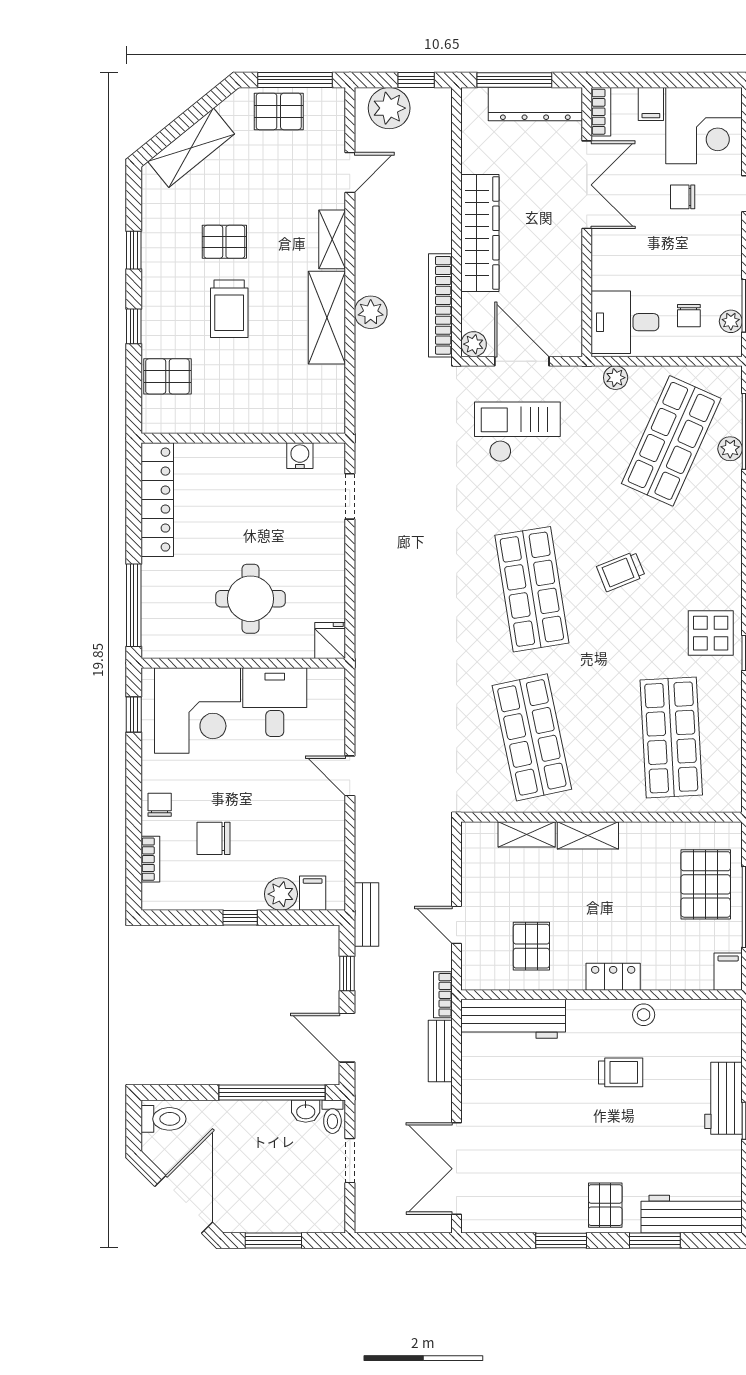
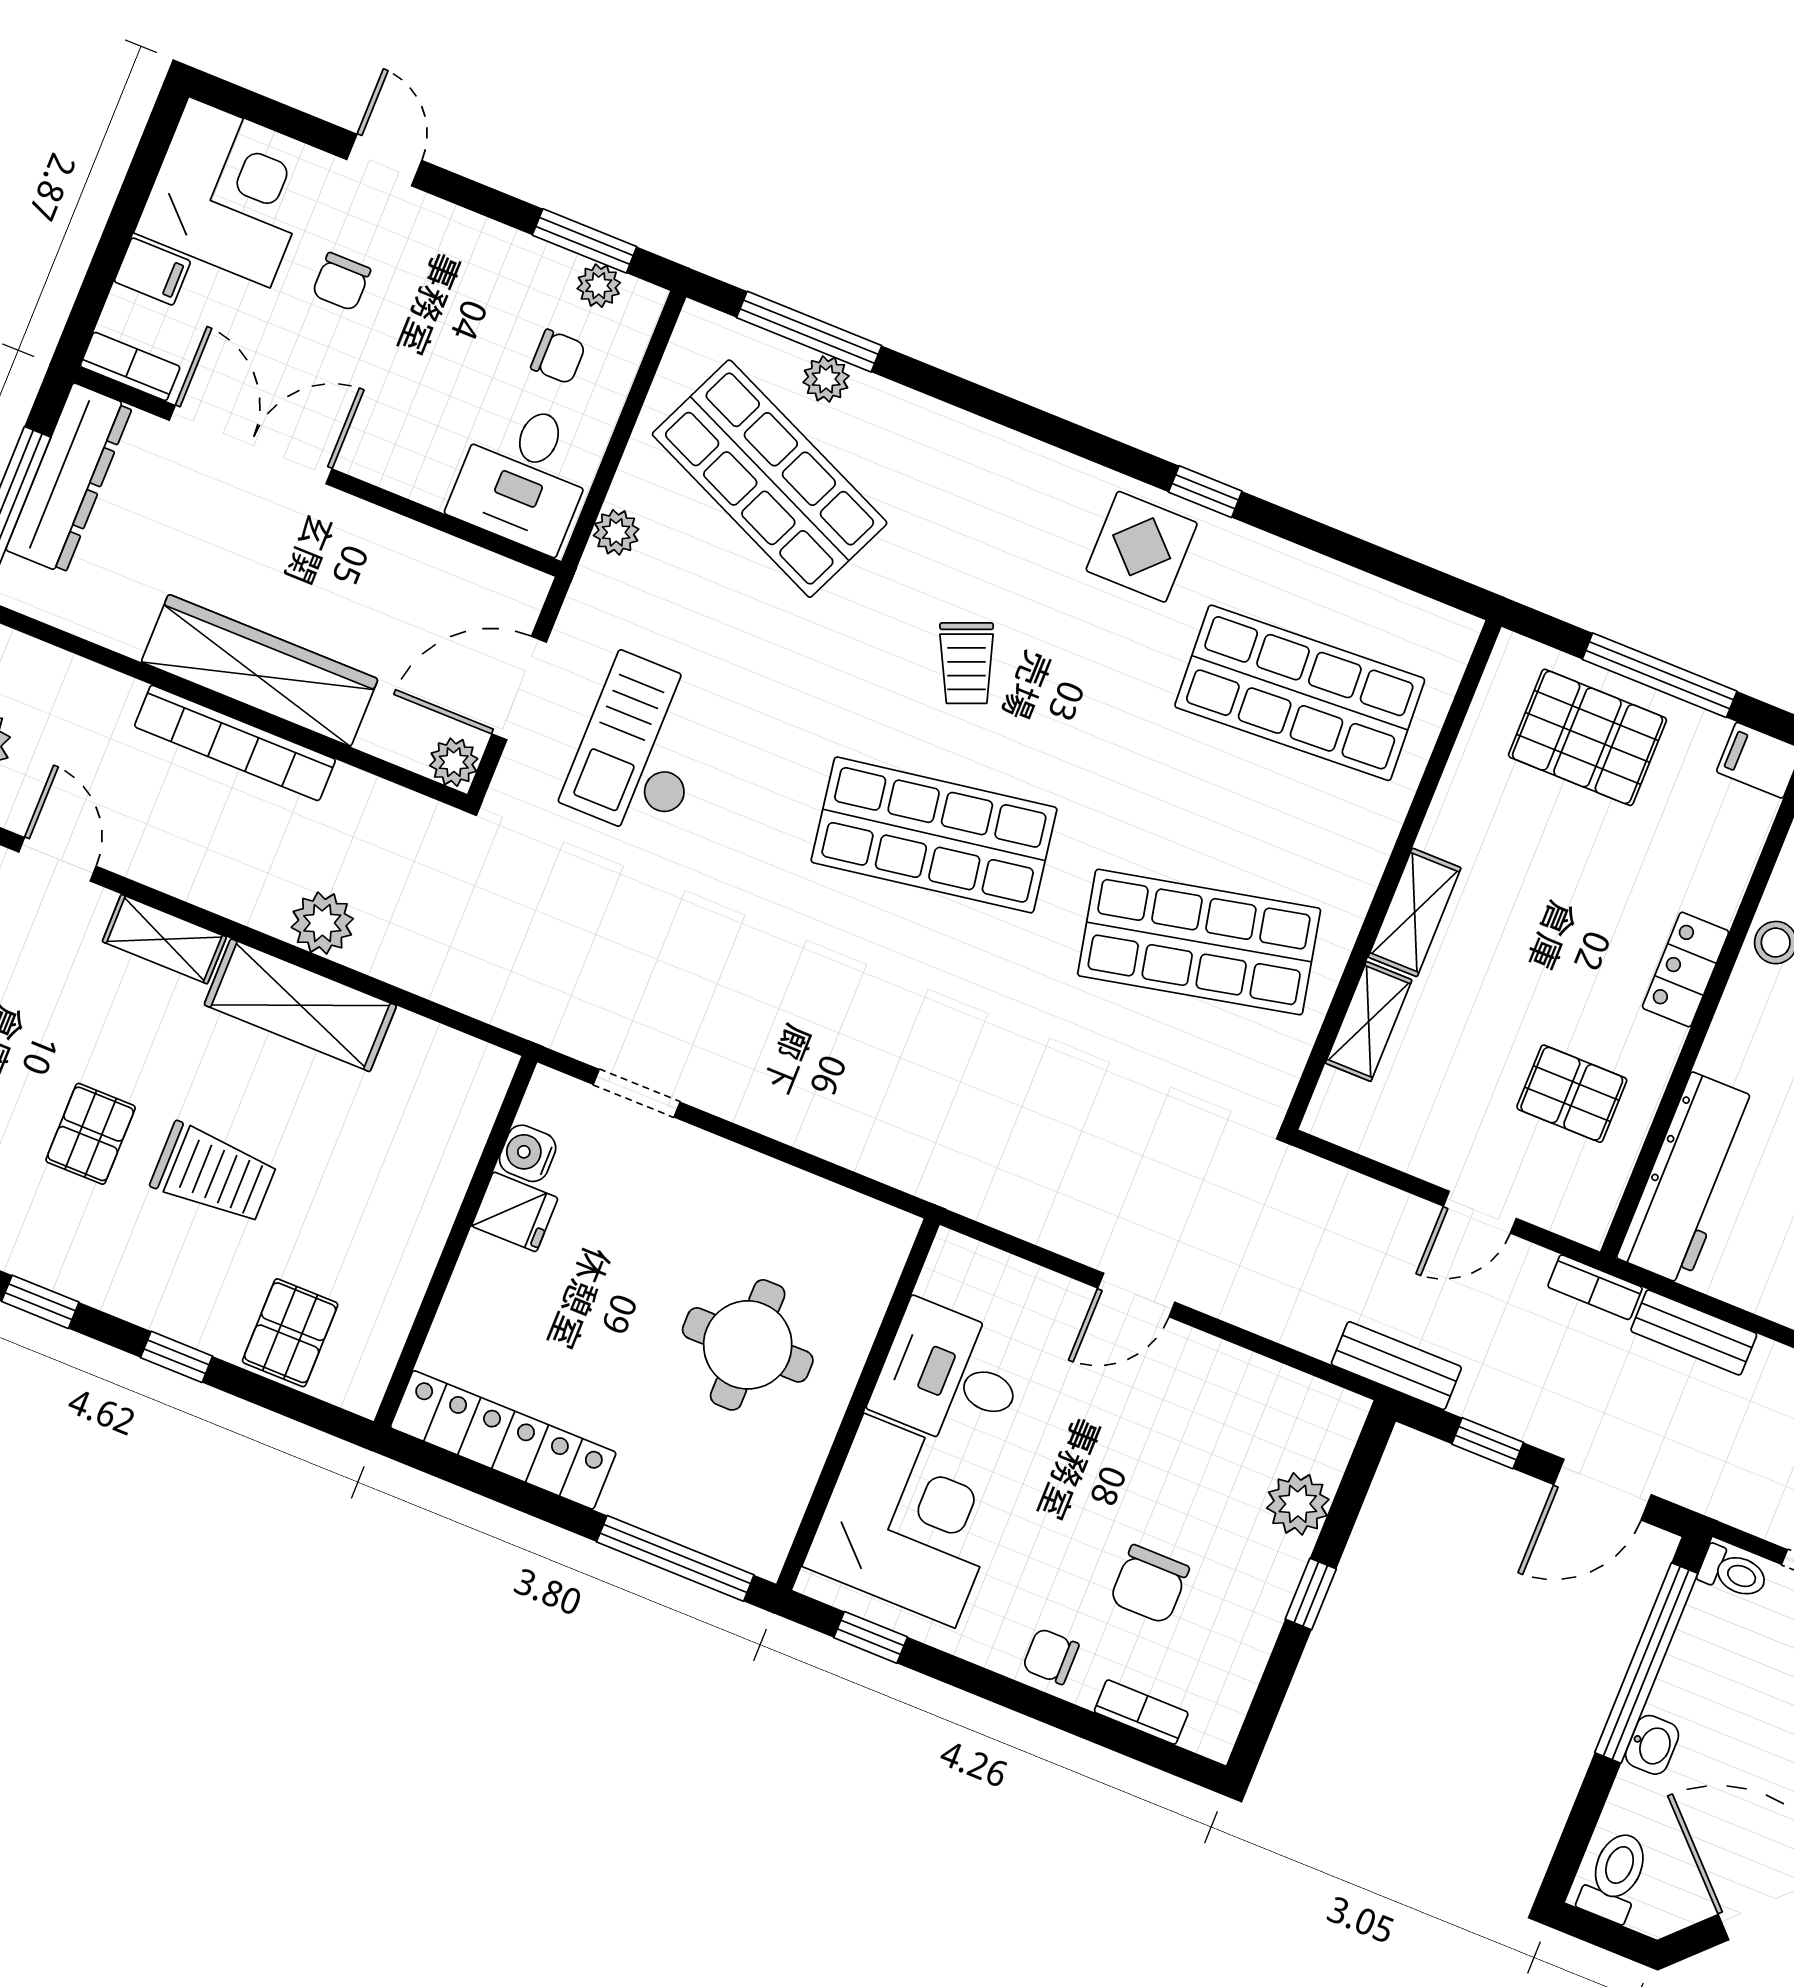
bookcase: (440, 305) -> (235, 743), moved
fridge: (330, 641) -> (515, 1212), moved, turned 180
filing cabinet: (313, 893) -> (1319, 1447), removed
washbasin: (306, 1111) -> (1652, 1745), moved

